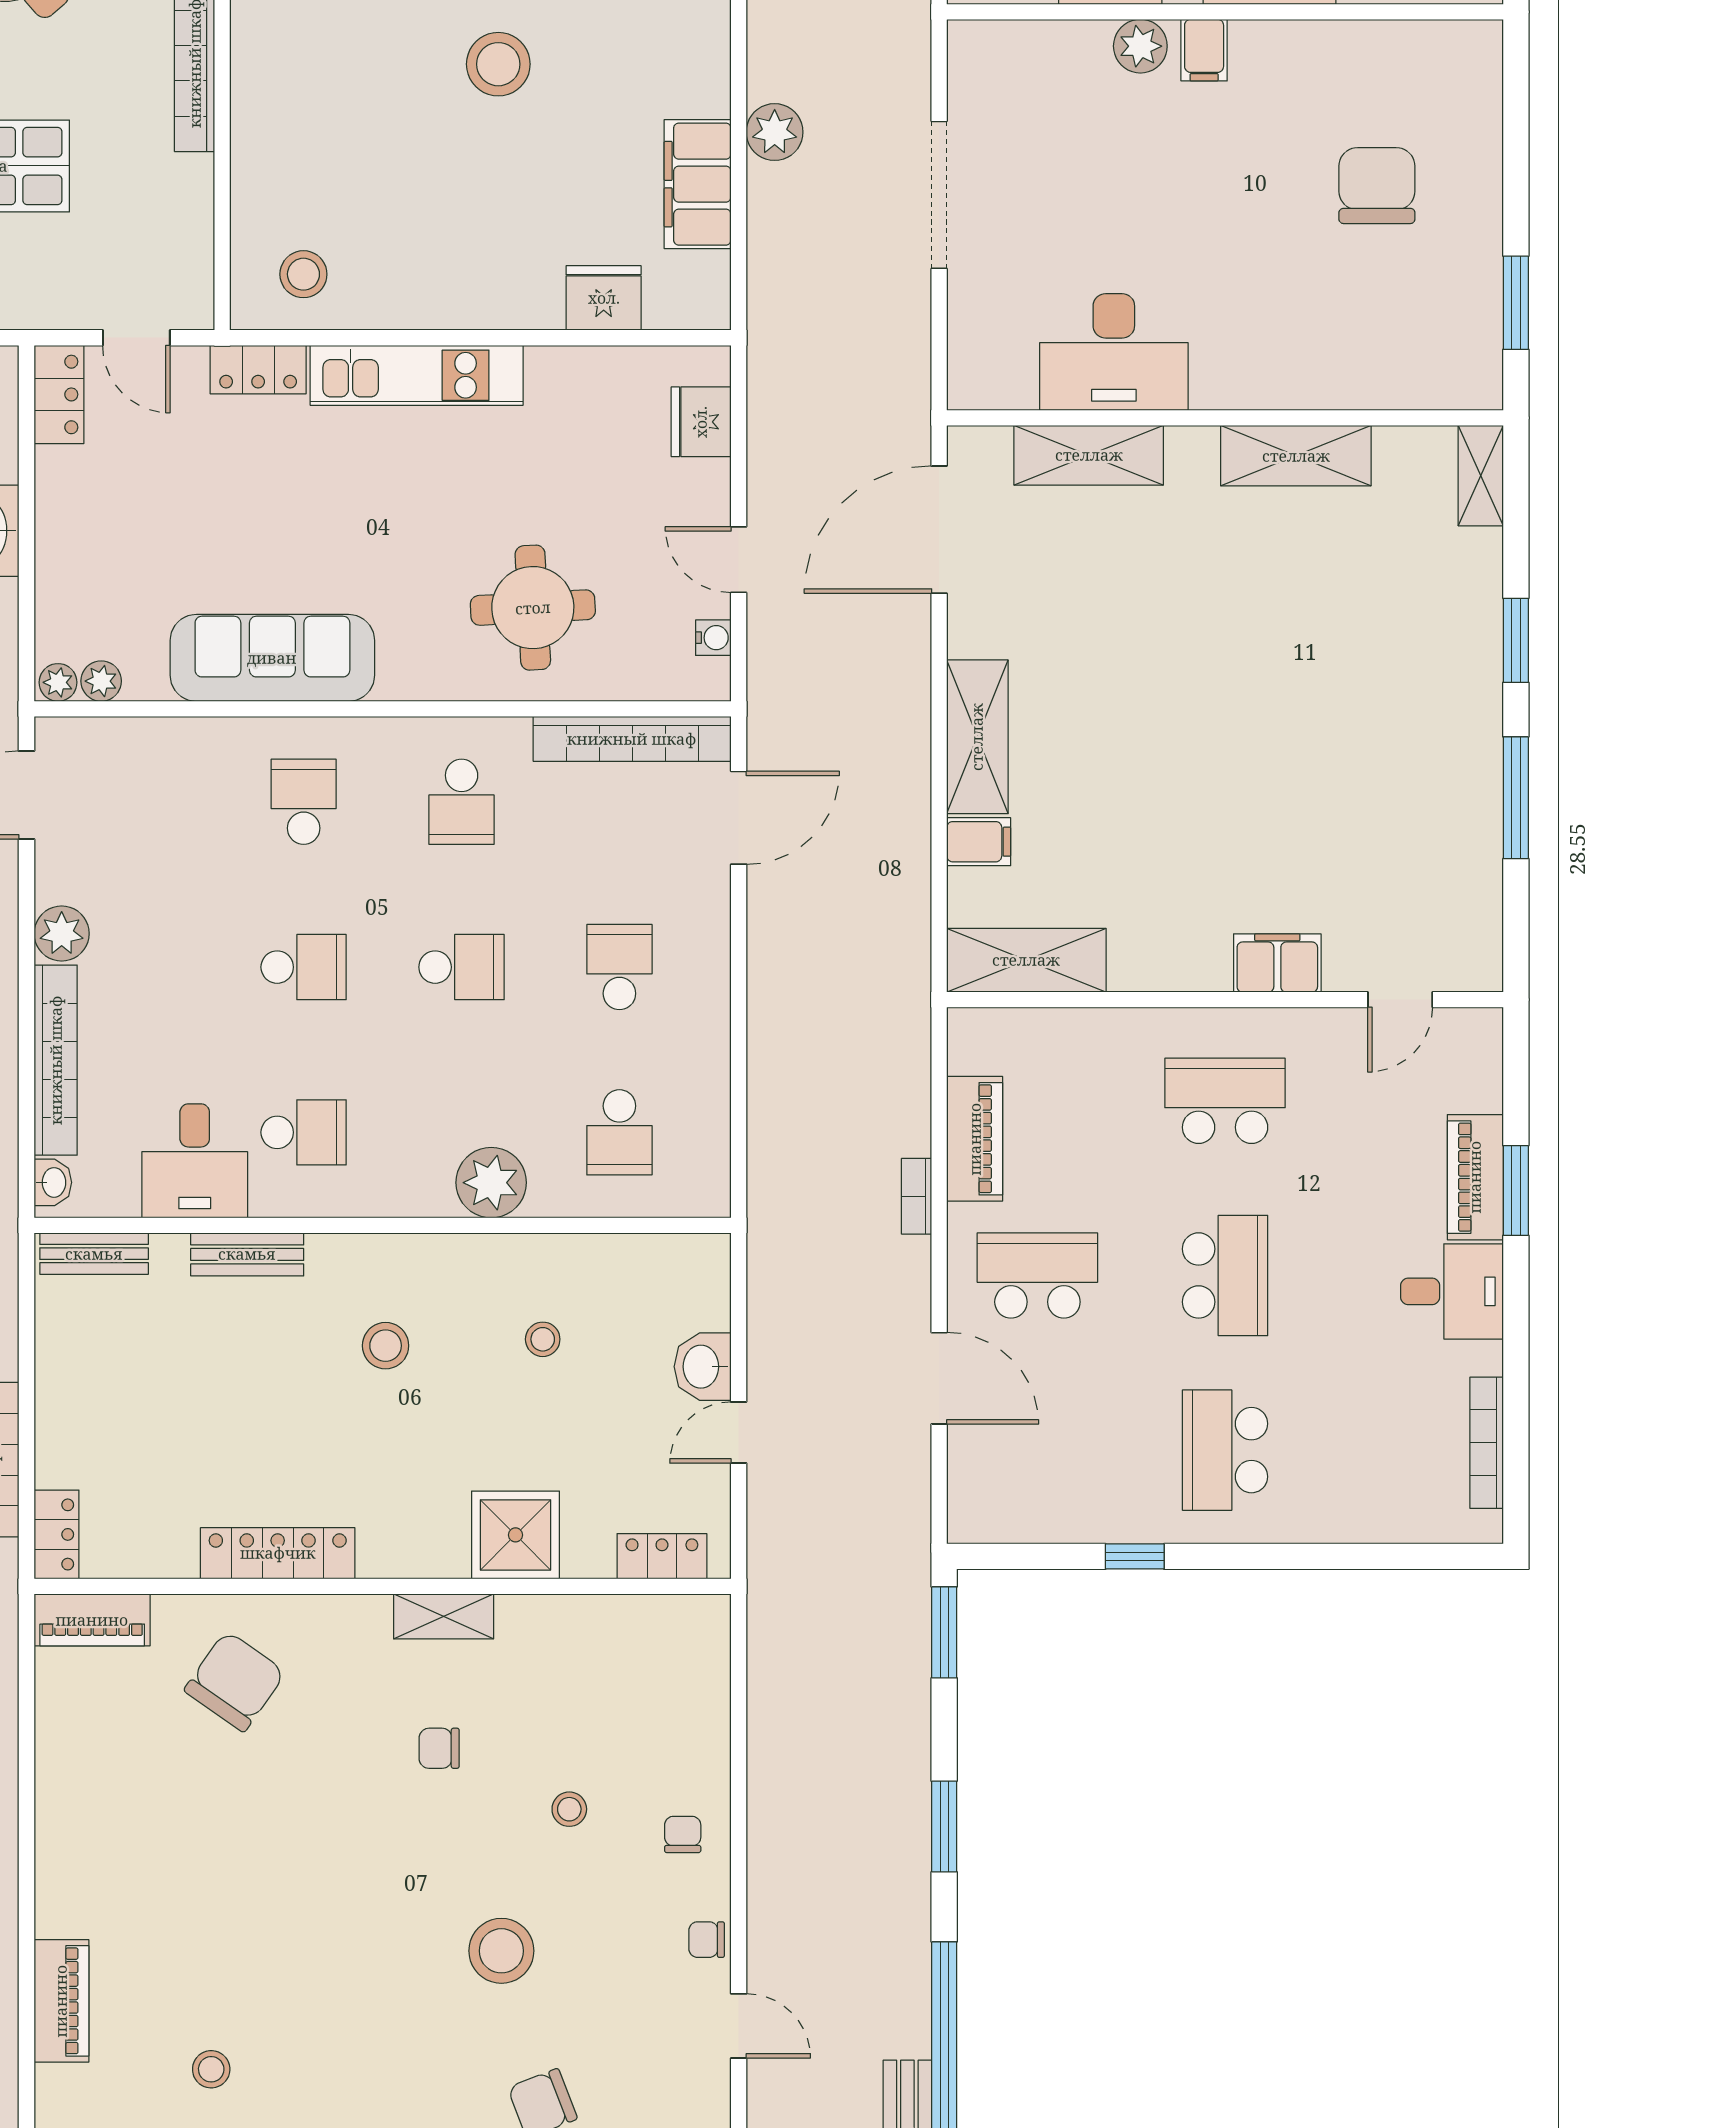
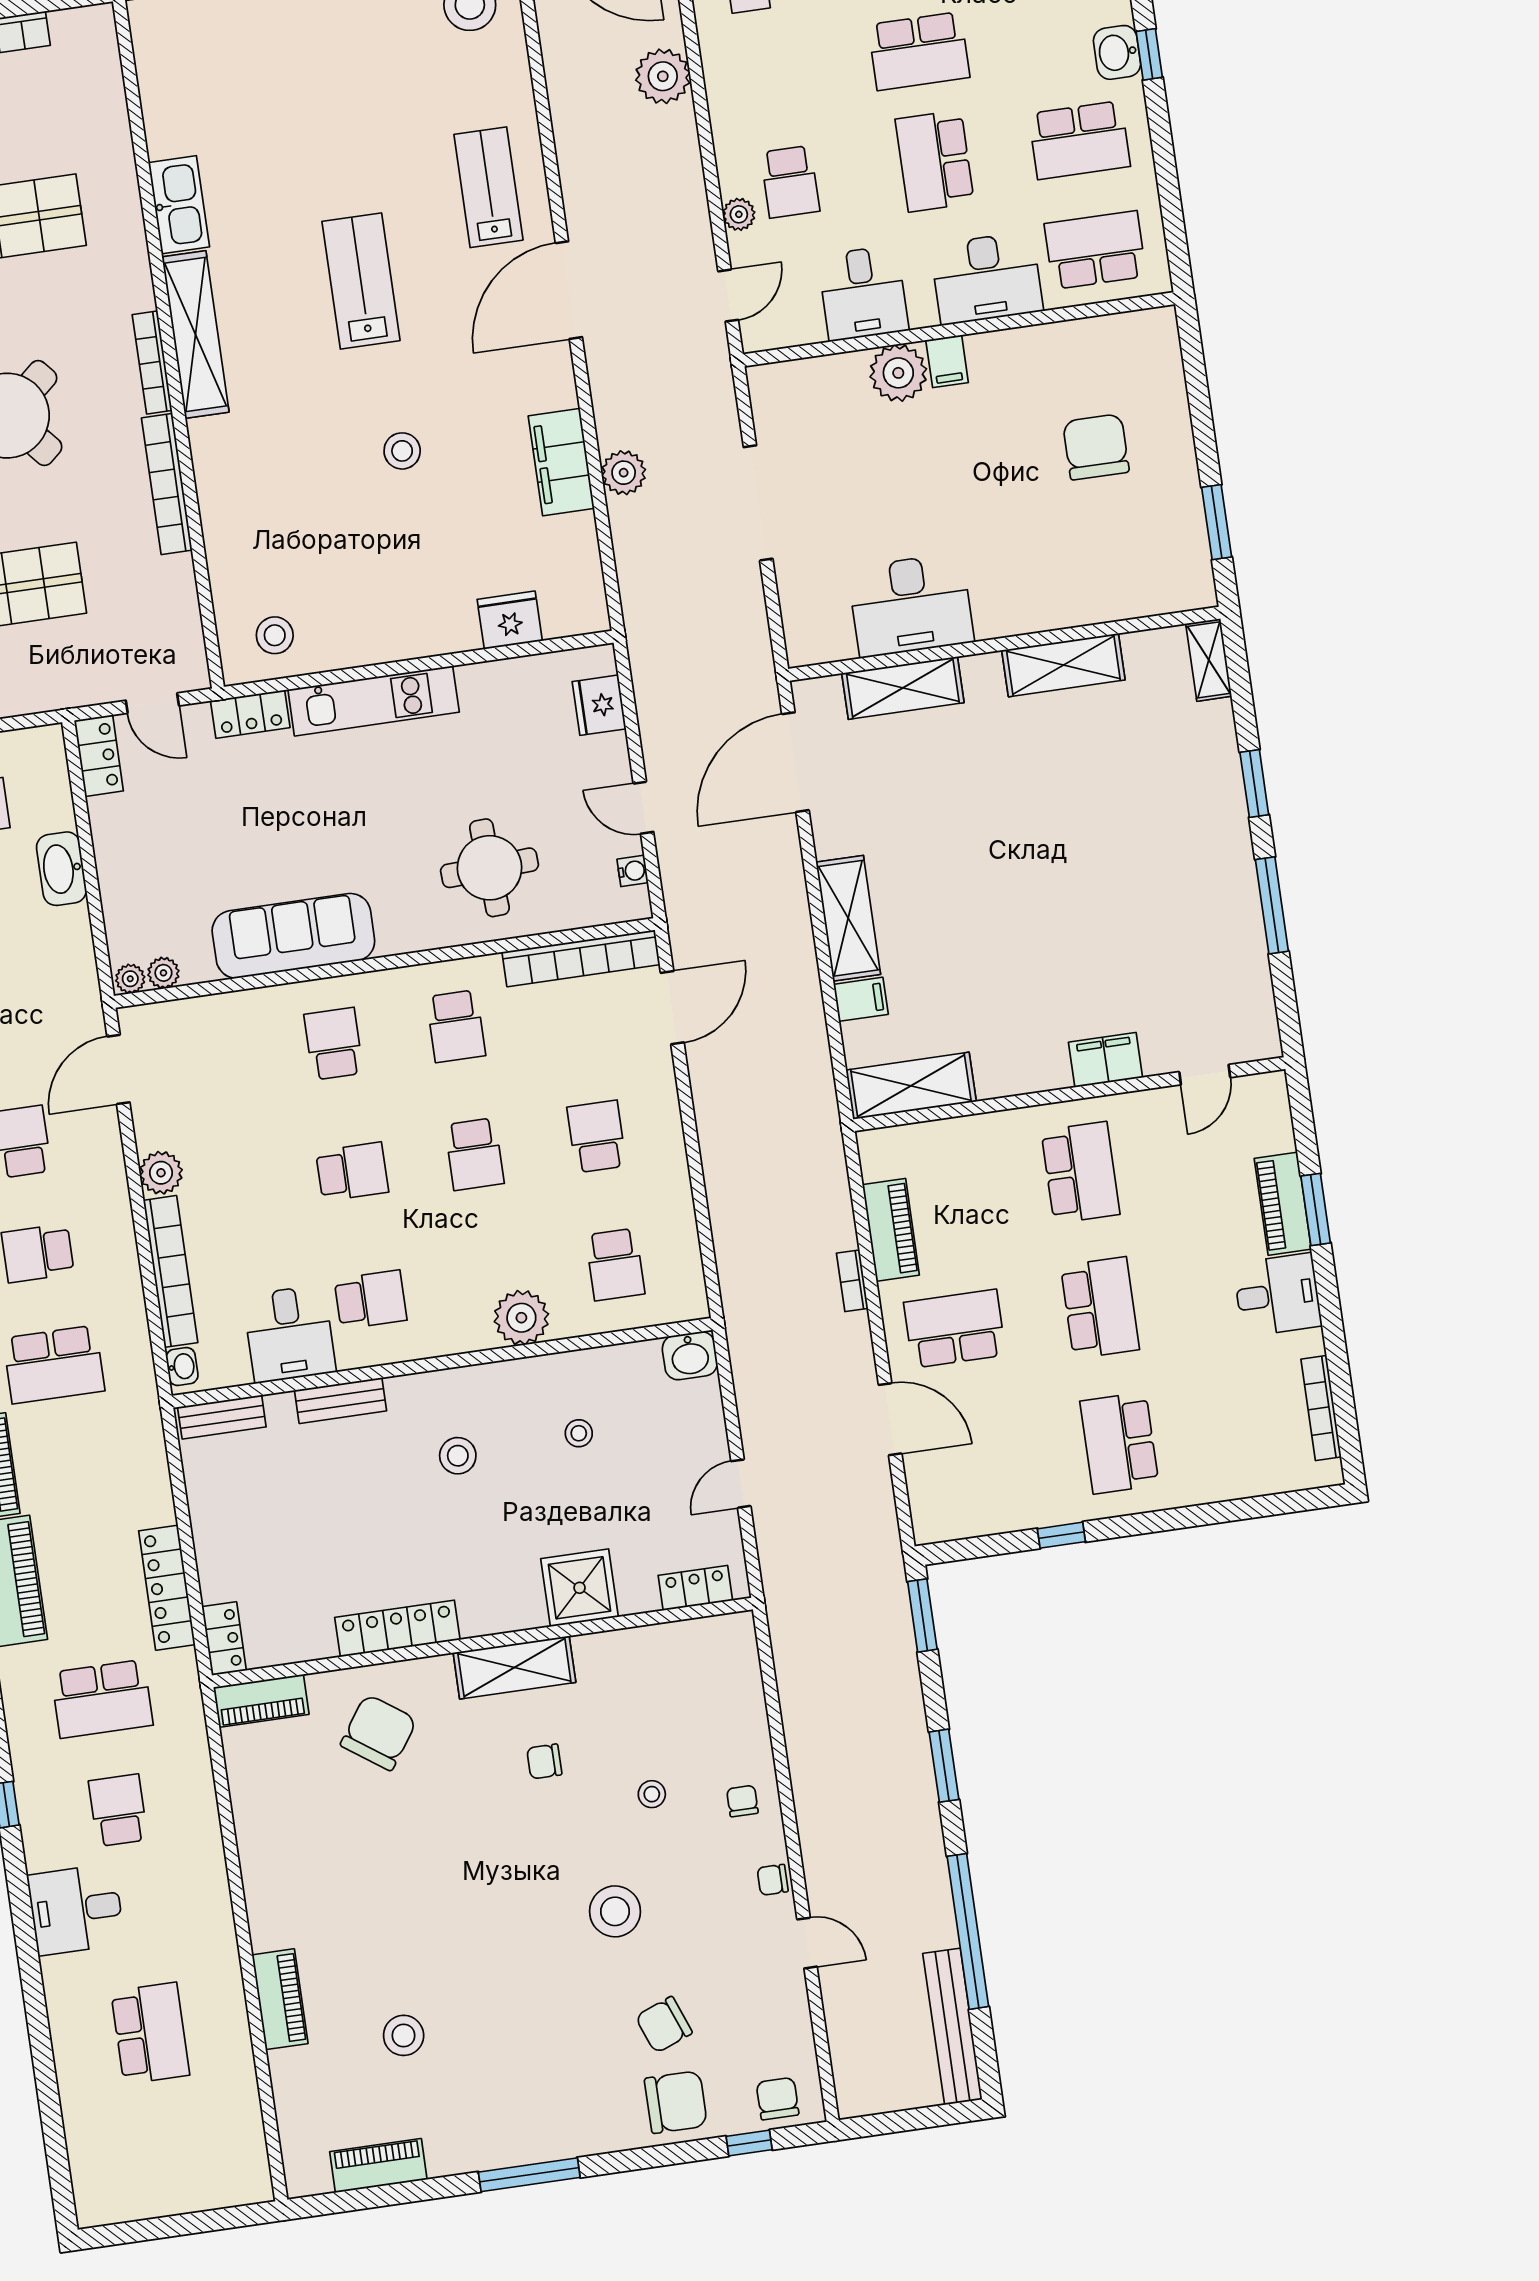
plant: (1140, 46) -> (898, 373), width x1.36, depth x1.36
stool: (498, 64) -> (402, 451), width x0.73, depth x0.73
filing cabinet: (698, 184) -> (561, 462), moved
school desk: (462, 967) -> (474, 1154), turned 90
school desk: (1225, 1101) -> (1080, 1173), turned 90
washbasin: (703, 1367) -> (690, 1356), moved, turned -90
shelving: (444, 1616) -> (514, 1667), width x1.50, depth x1.33
stool: (211, 2069) -> (404, 2035), width x1.37, depth x1.37

